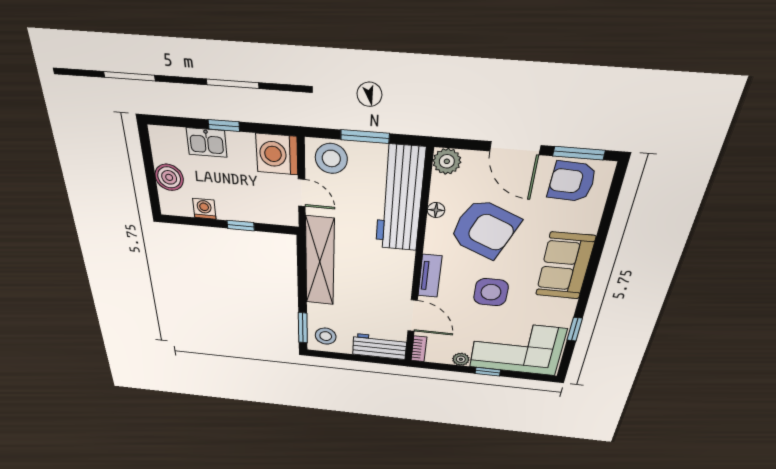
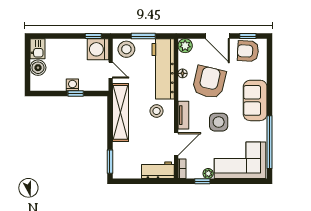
window: (224, 125) -> (93, 36), moved
kitchen sink: (207, 143) -> (38, 49), moved, turned -90
window: (579, 153) -> (248, 36), width x0.67
washing machine: (204, 209) -> (72, 85), moved
armchair: (484, 229) -> (209, 82), turned -100
door: (413, 316) -> (176, 144), hinge flipped
window: (575, 329) -> (270, 142), width x3.17
stool: (326, 336) -> (157, 111), moved
window: (488, 372) -> (202, 181), moved

